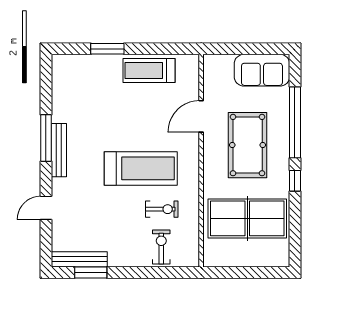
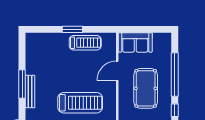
window: (107, 49) -> (72, 29), moved
sofa: (262, 70) -> (135, 42), moved
treadmill: (149, 71) -> (85, 43), turned 180

